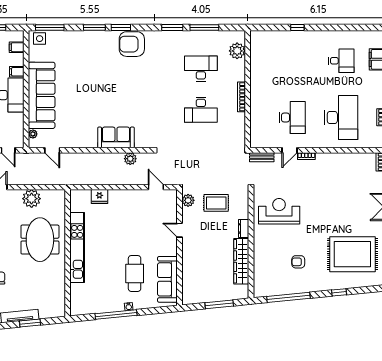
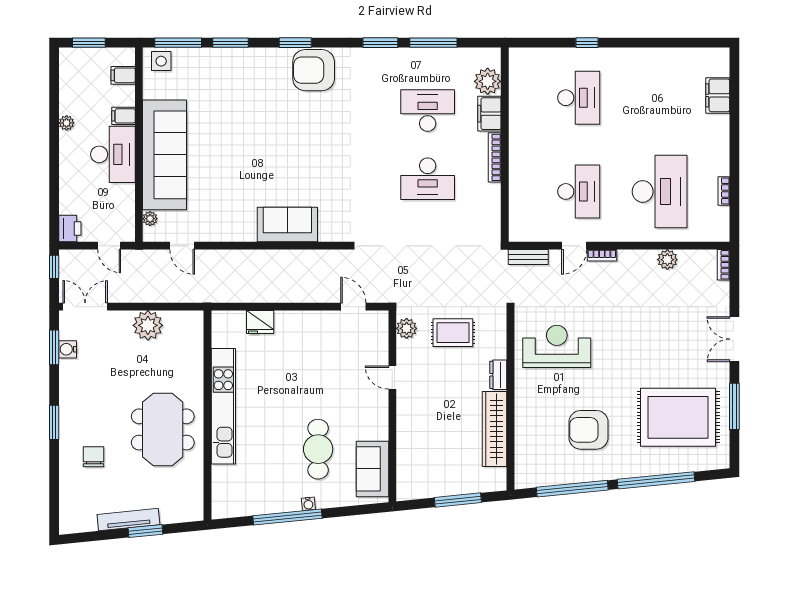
window: (94, 27) -> (230, 43), moved
desk: (341, 61) -> (579, 98), moved, width x1.37
filing cabinet: (238, 70) -> (489, 114), added
plant: (130, 159) -> (667, 260), moved
meeting table: (40, 240) -> (163, 429), moved
armchair: (298, 262) -> (589, 430), width x1.88, depth x1.88
sofa: (167, 279) -> (372, 469), width x0.73
window: (339, 292) -> (656, 480), width x3.17

